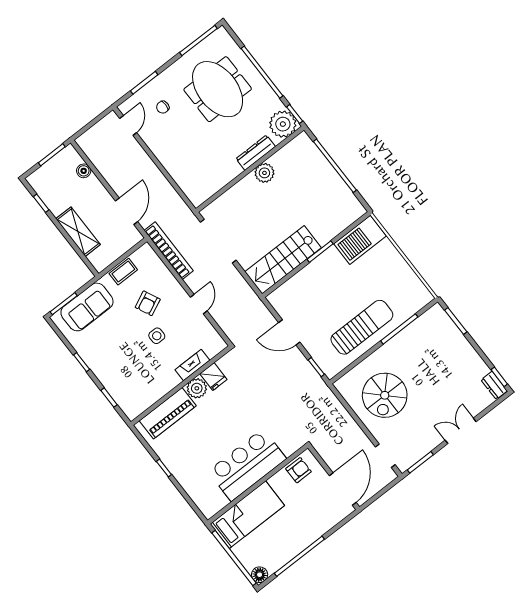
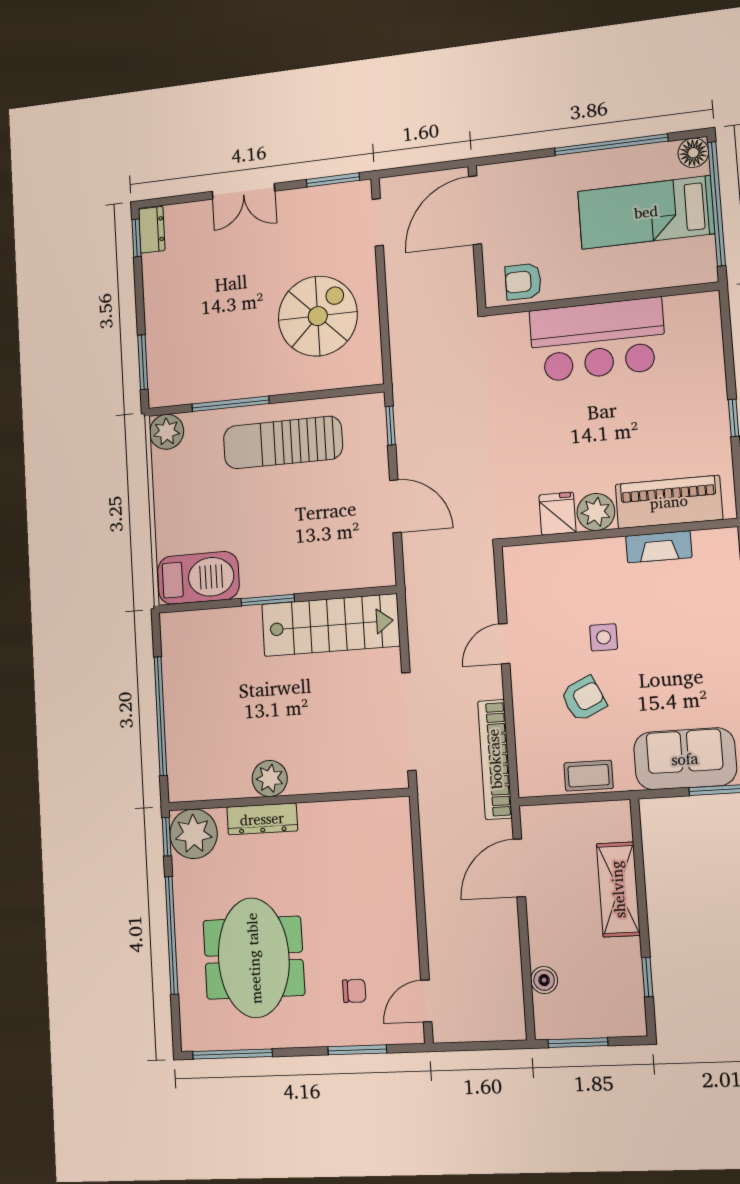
plant: (422, 296) -> (167, 432), added
fireplace: (192, 365) -> (659, 547), moved
bed: (247, 515) -> (646, 212), moved

